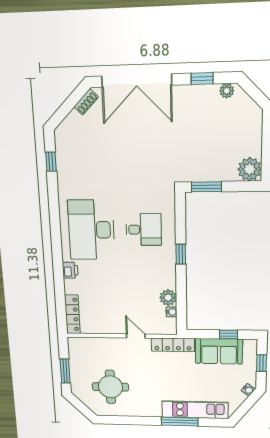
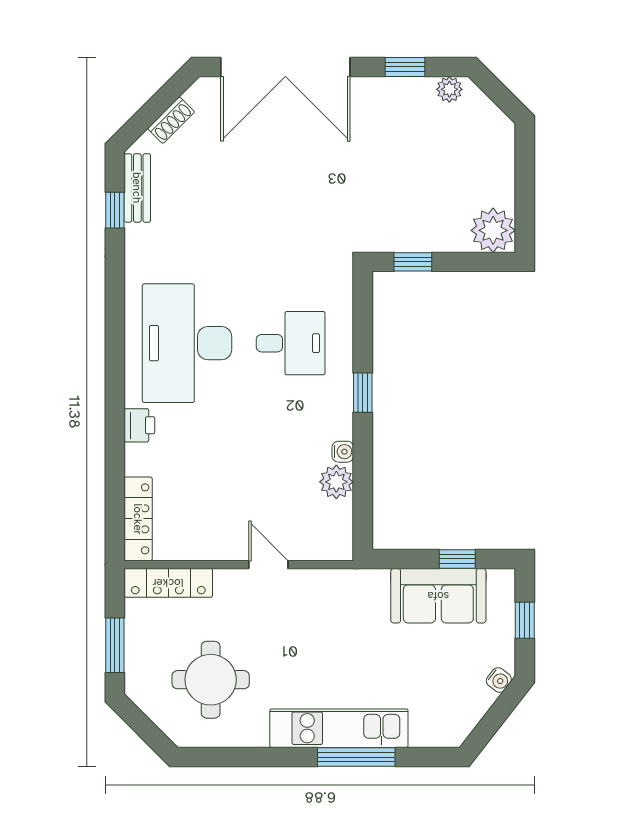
shoe rack: (86, 102) -> (171, 120), moved
bench: (62, 150) -> (137, 188), added
window: (206, 187) -> (413, 262), width x0.67
water cooler: (172, 312) -> (343, 452), moved
locker: (173, 345) -> (168, 583), moved
kitchen unit: (195, 410) -> (339, 728), moved

